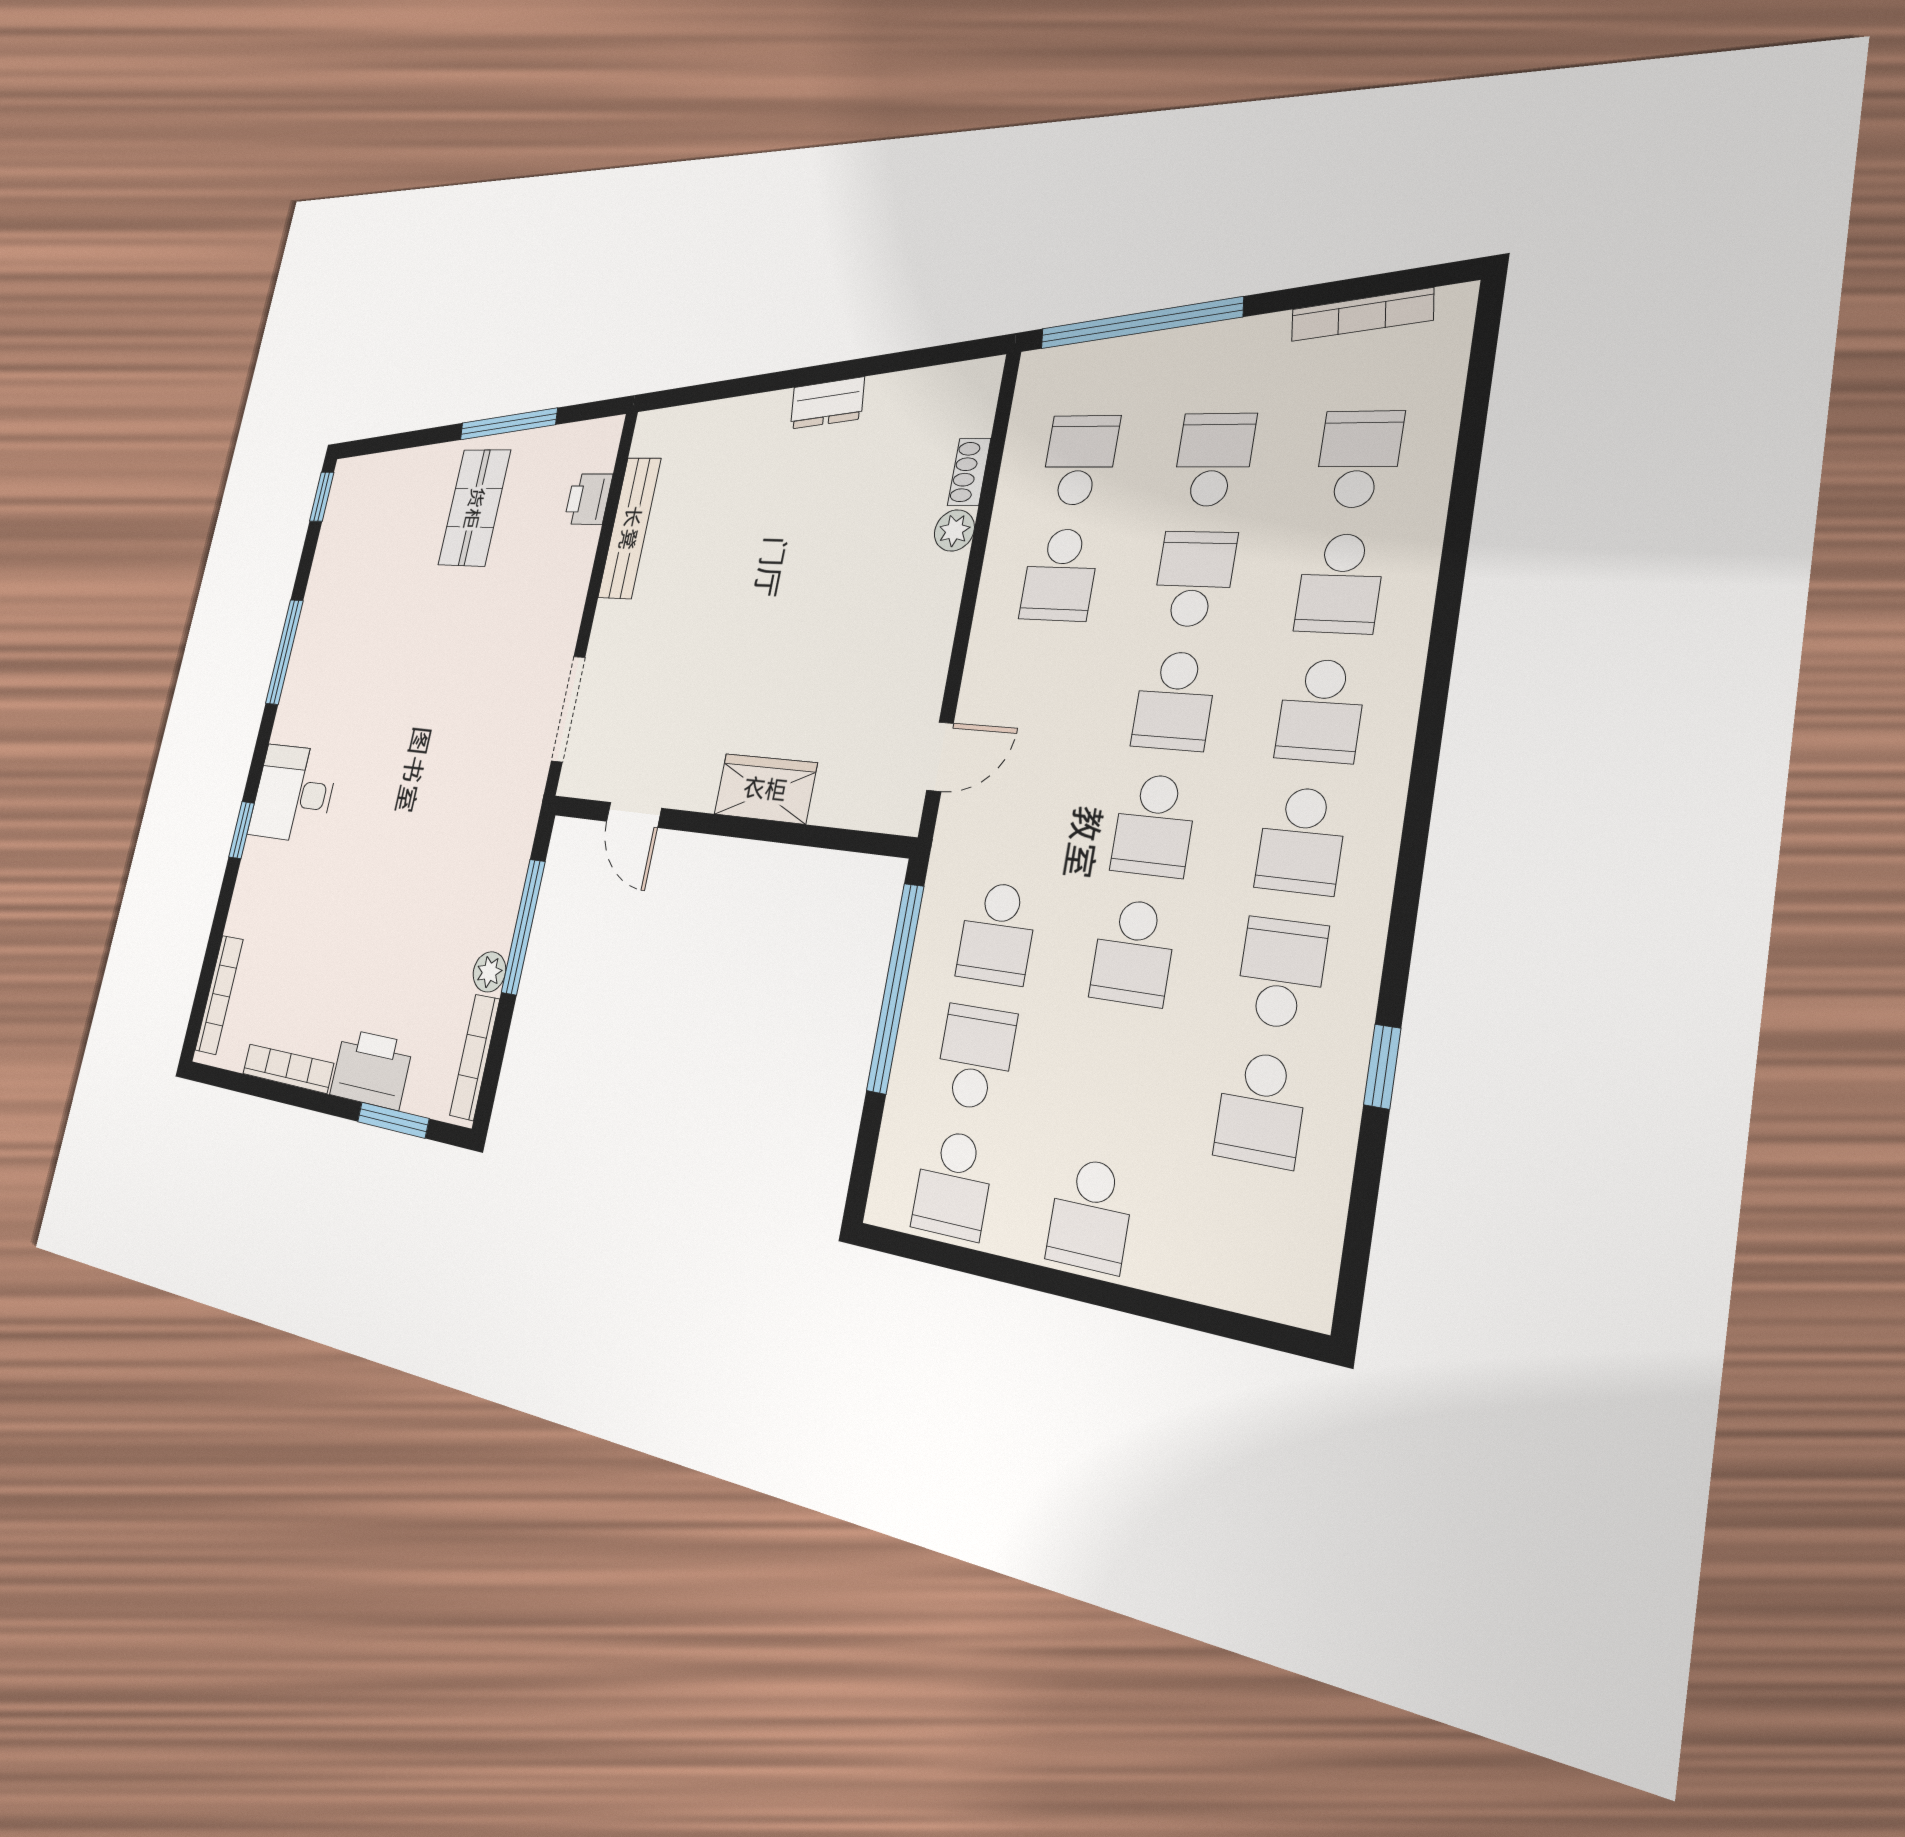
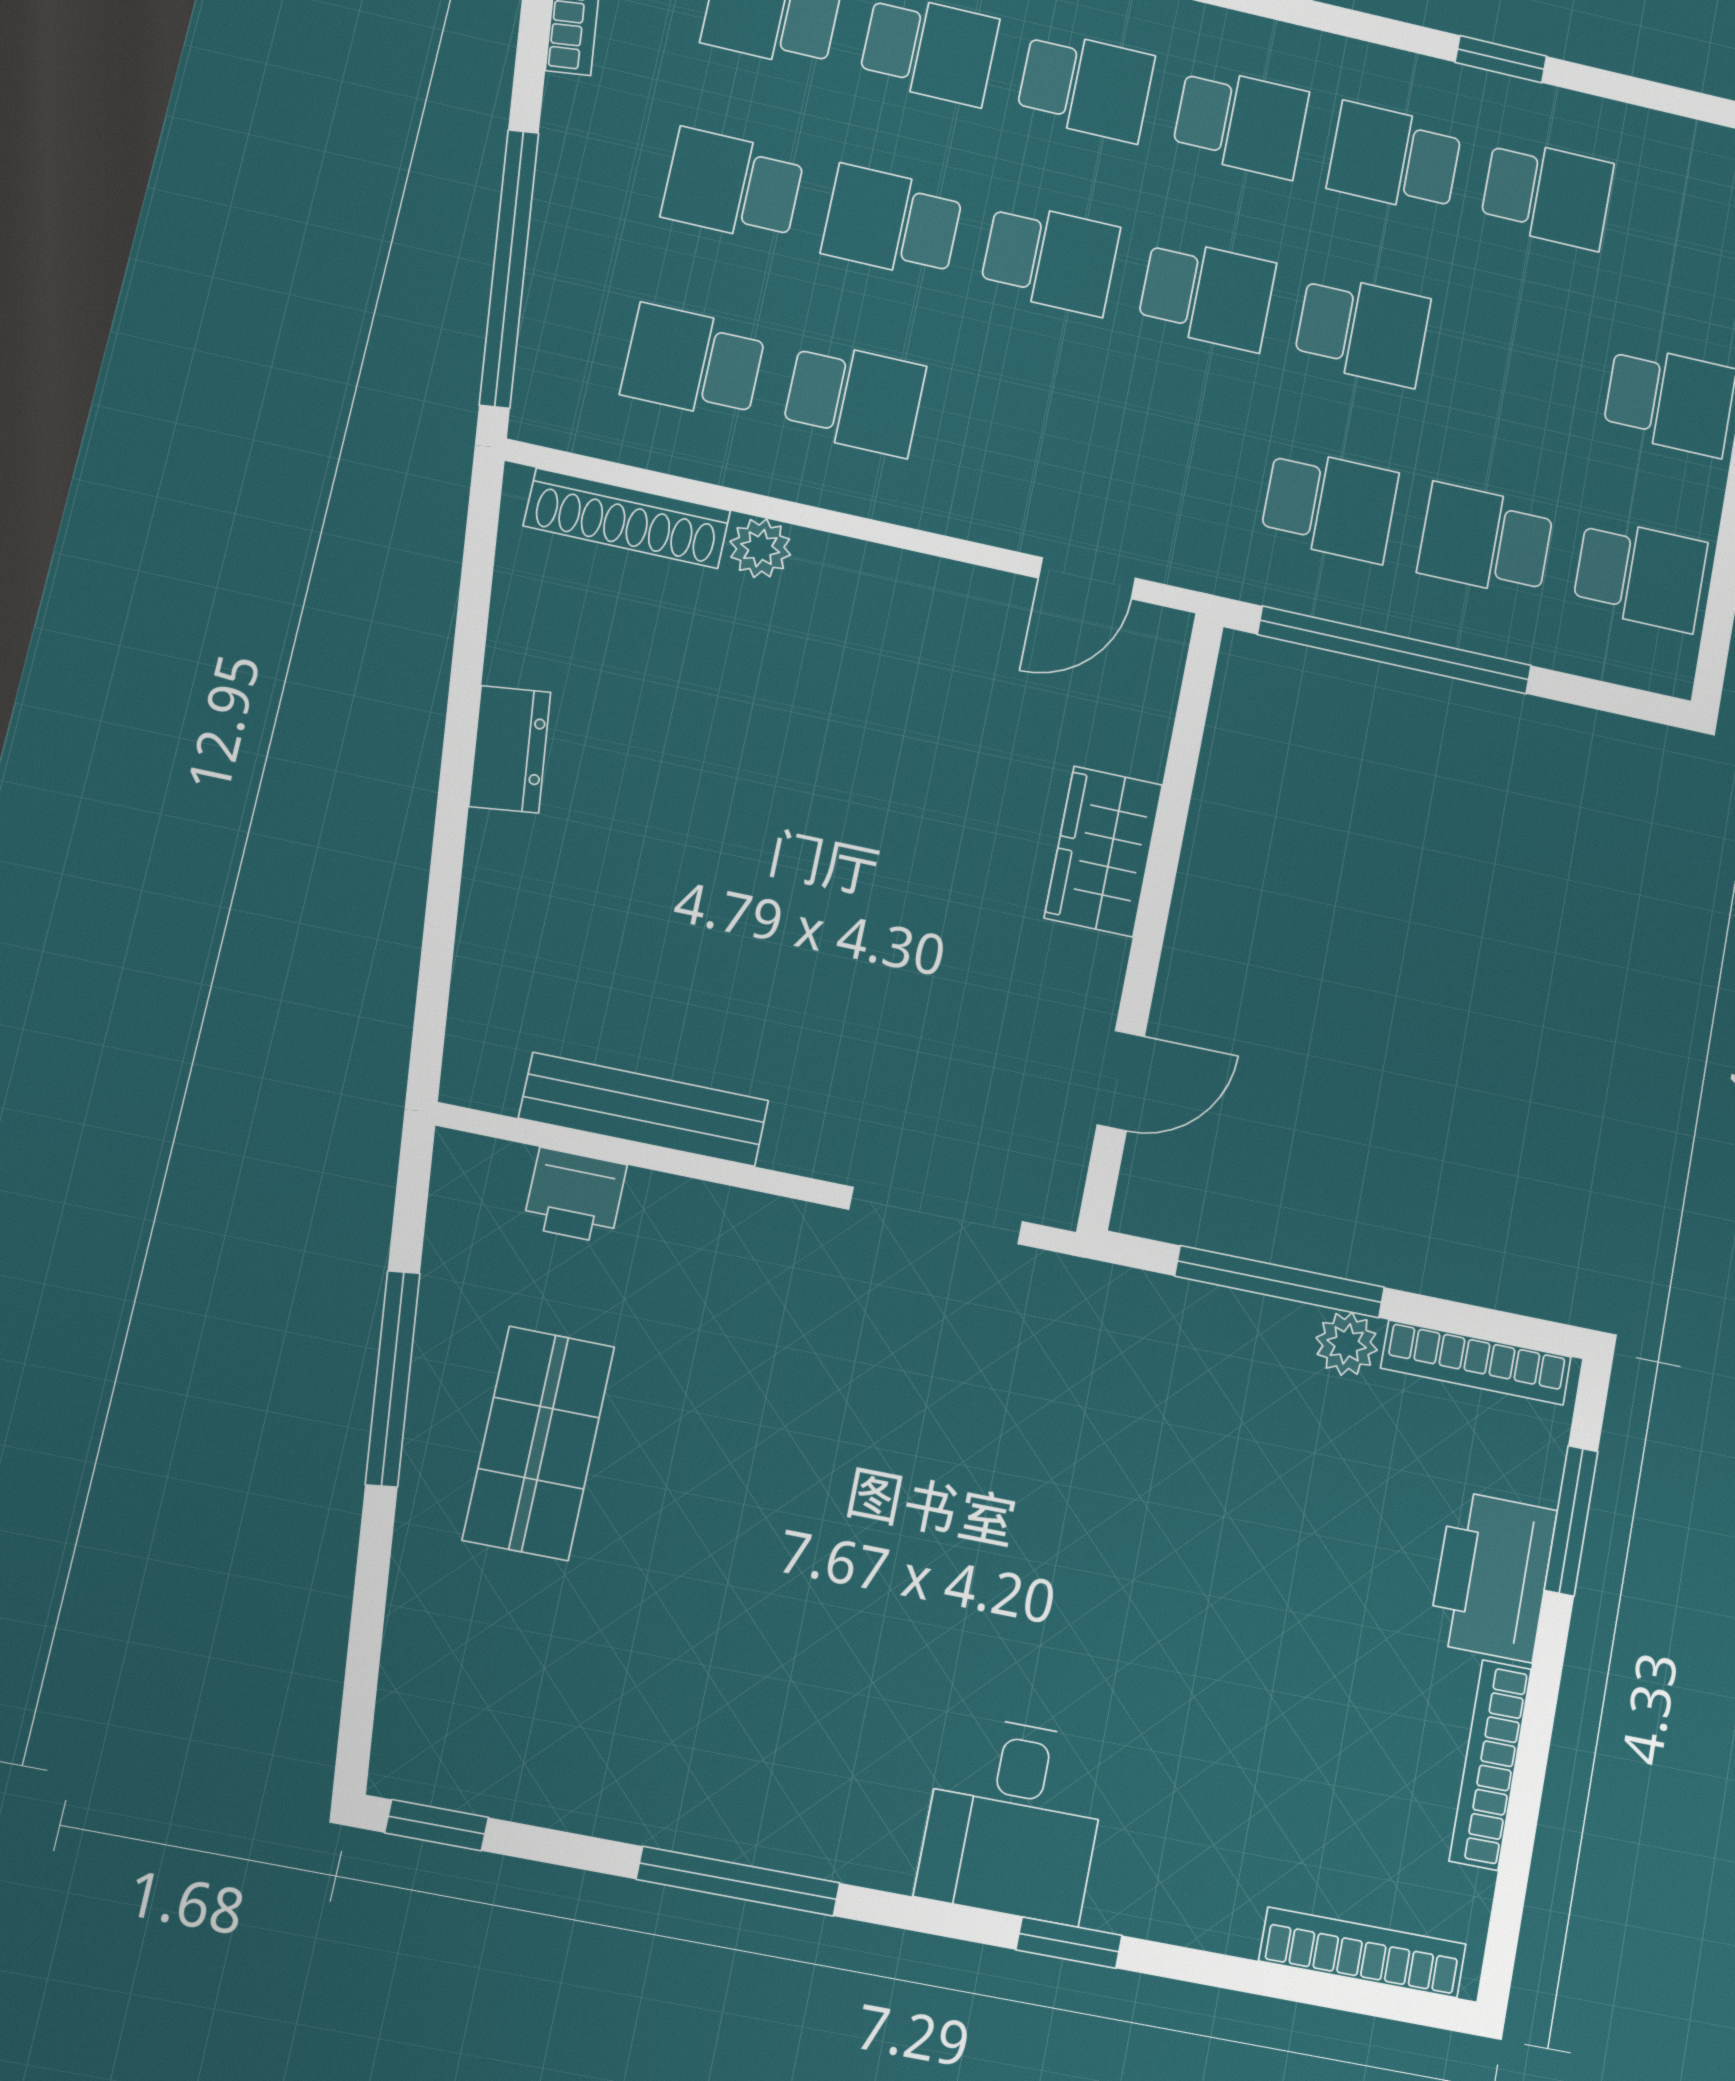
shoe rack: (969, 472) -> (627, 518), width x1.94, depth x1.24
shop shelf: (474, 508) -> (539, 1443), turned 90
door: (940, 757) -> (1087, 578), swing flipped

